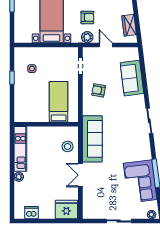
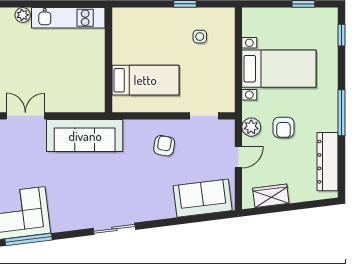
sofa: (132, 78) -> (203, 198), moved
stool: (68, 146) -> (72, 95), removed

